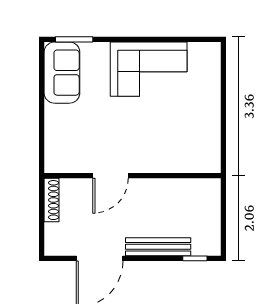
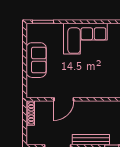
sofa: (62, 73) -> (36, 60), moved

